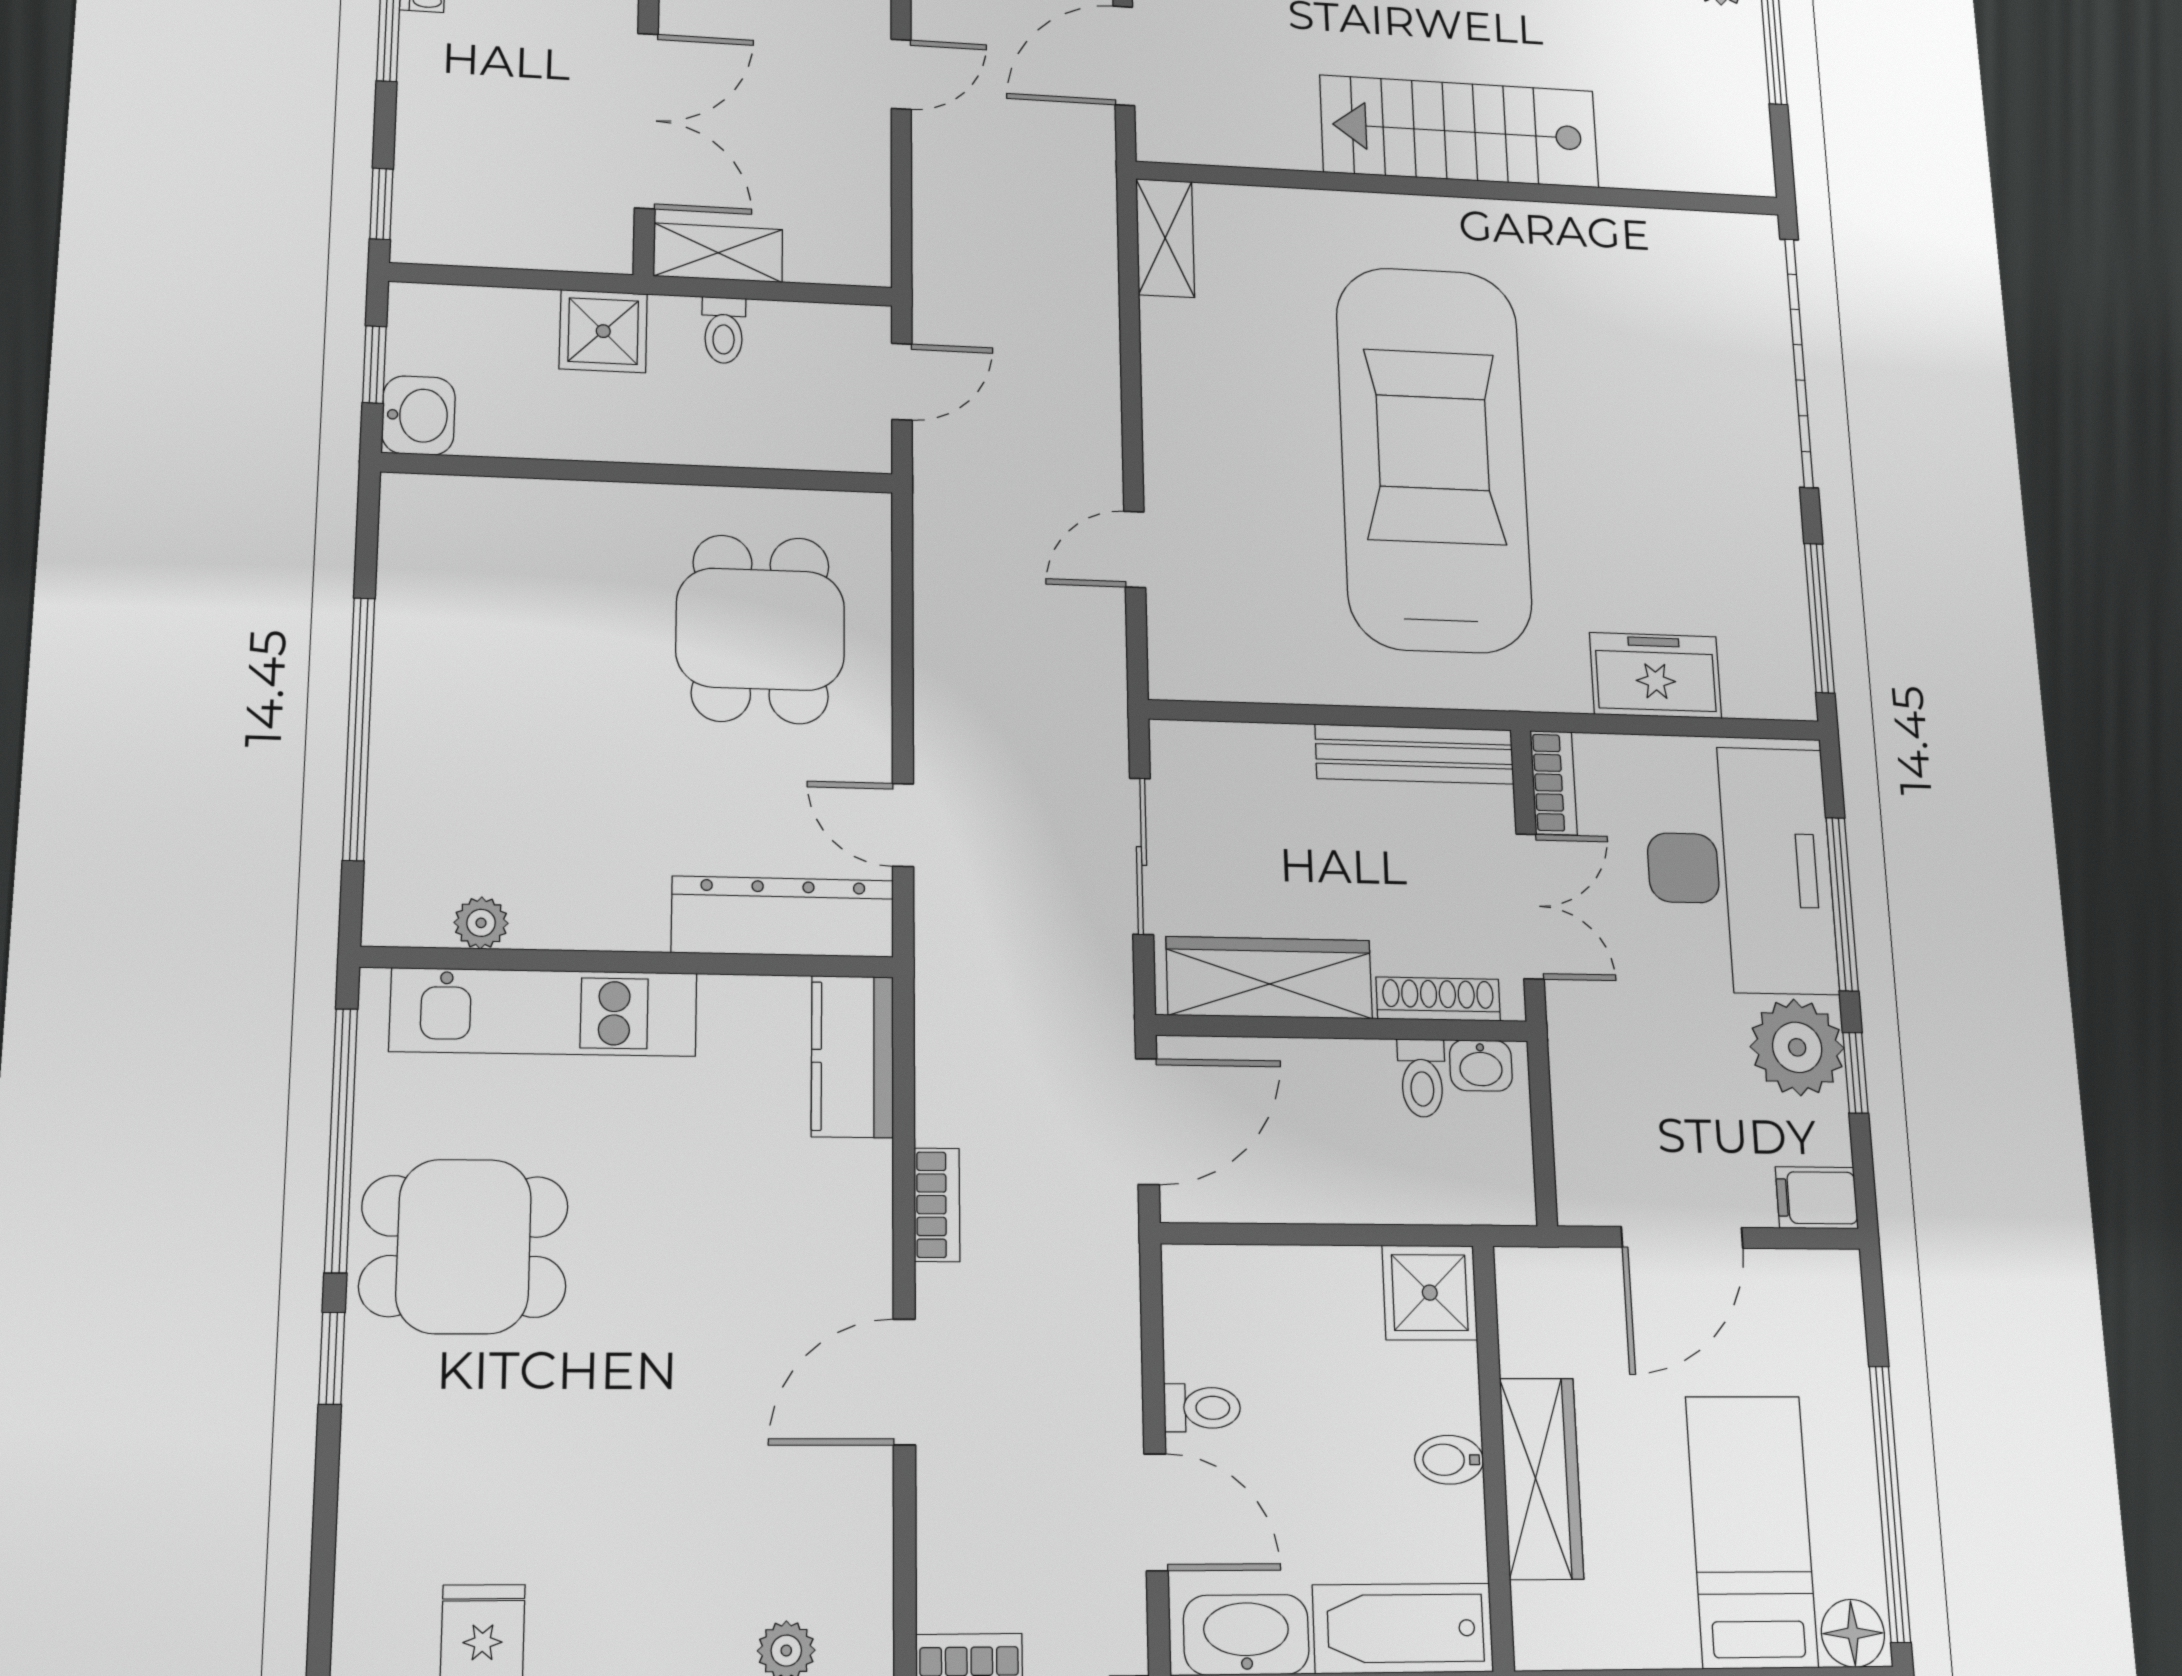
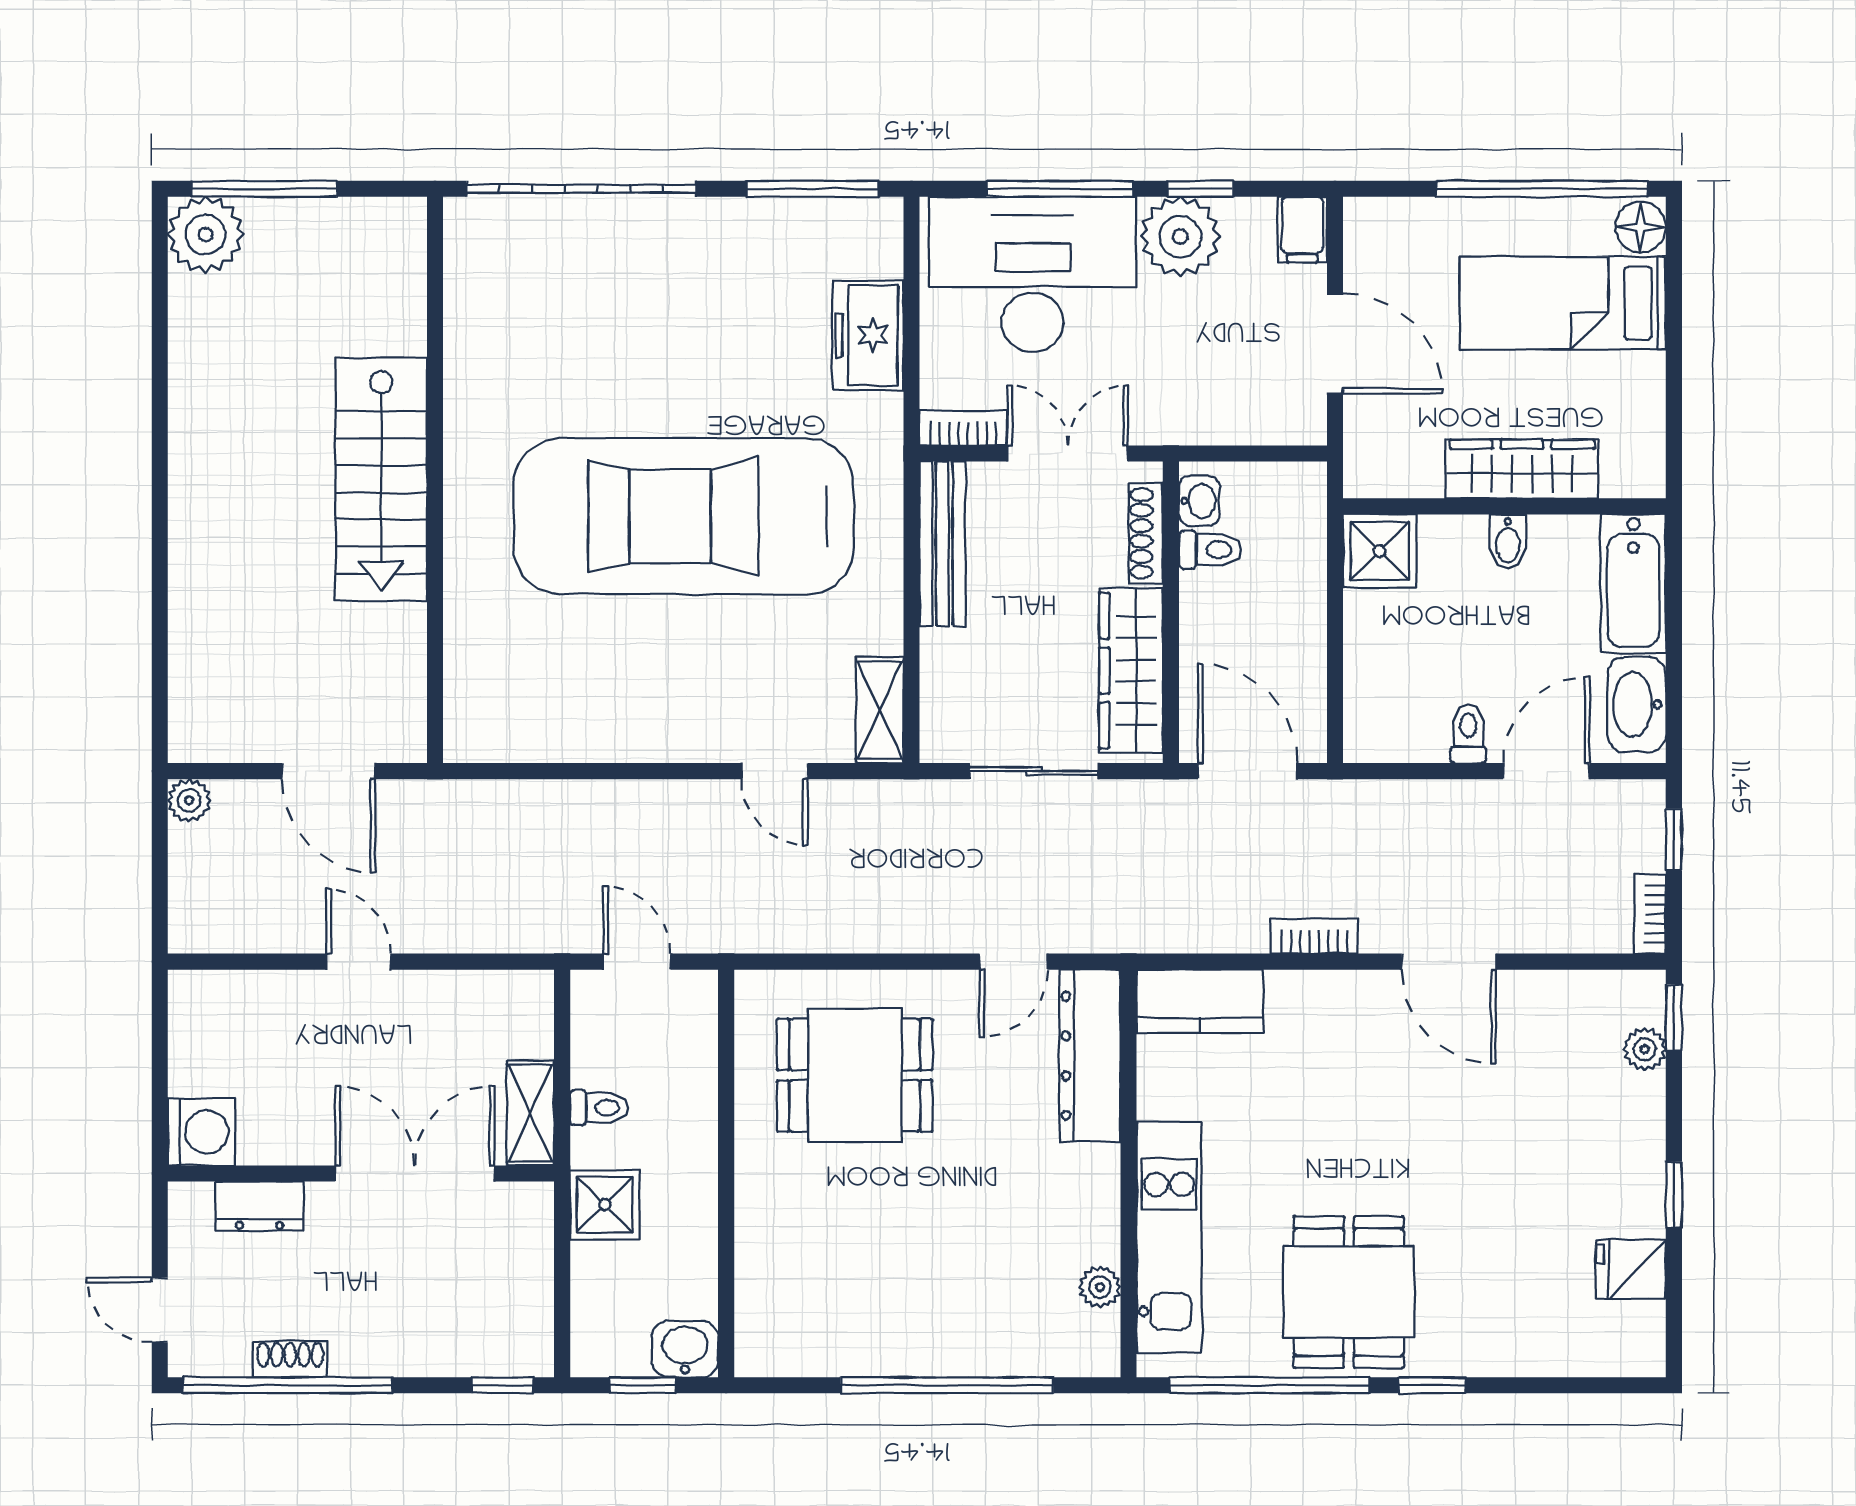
shelving: (1165, 238) -> (880, 710), moved, turned 90

